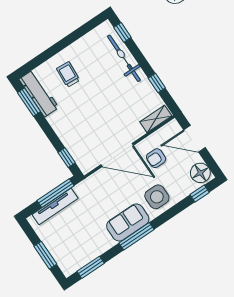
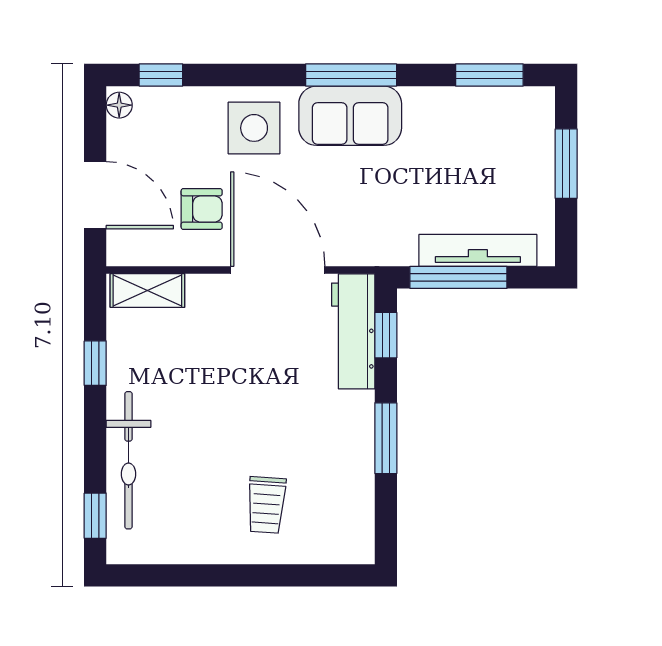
workbench: (39, 93) -> (353, 331), moved
window: (29, 102) -> (386, 438), moved
floor lamp: (200, 173) -> (119, 105), width x0.53, depth x0.53

